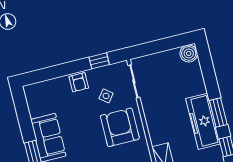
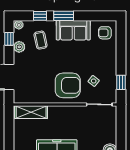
armchair: (79, 82) -> (105, 33), moved

